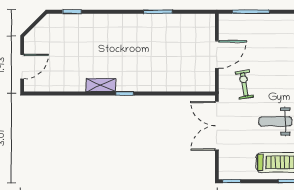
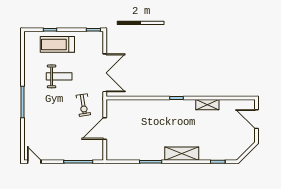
shelving: (118, 22) -> (182, 154), added
door: (22, 67) -> (256, 119), hinge flipped
shelving: (101, 85) -> (207, 105), moved

